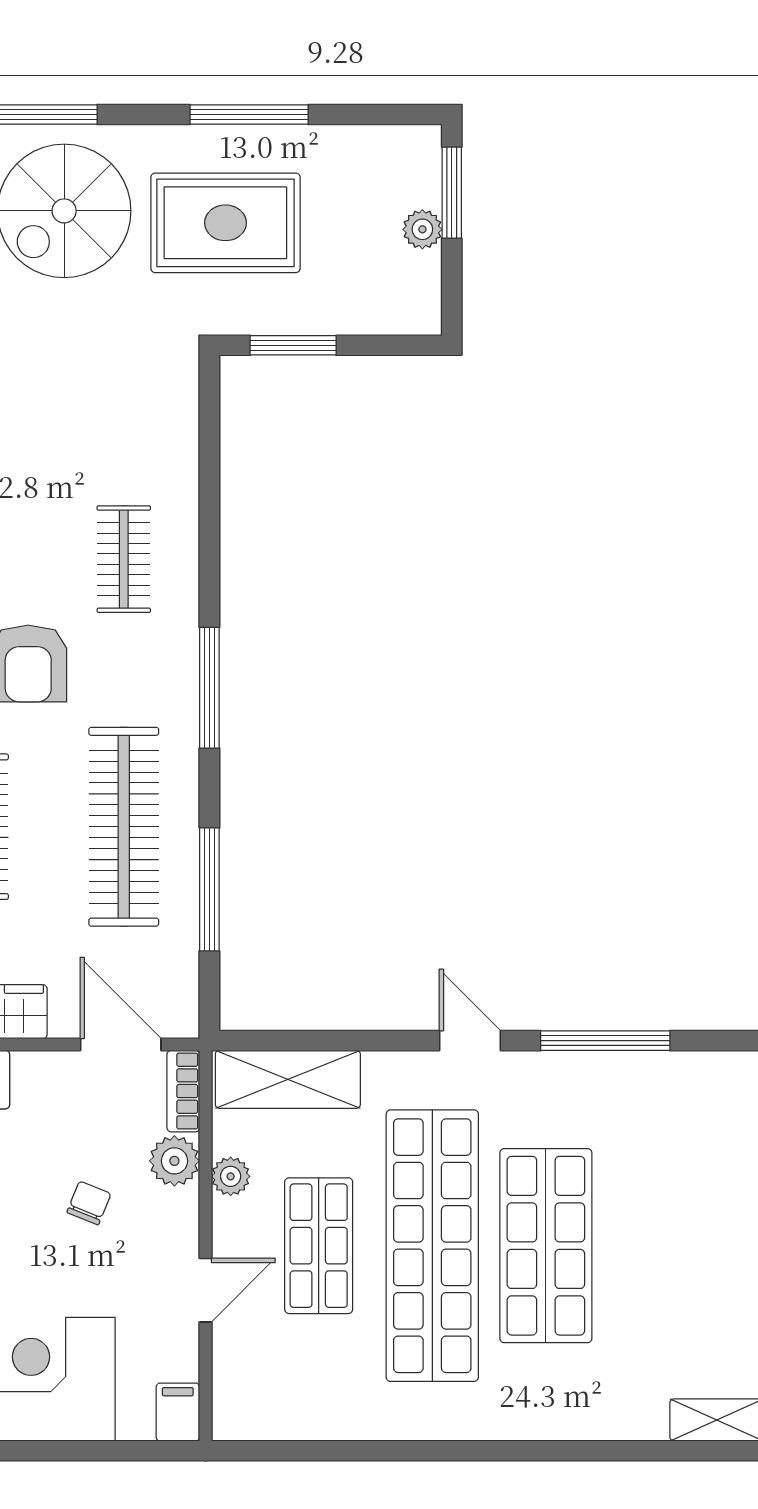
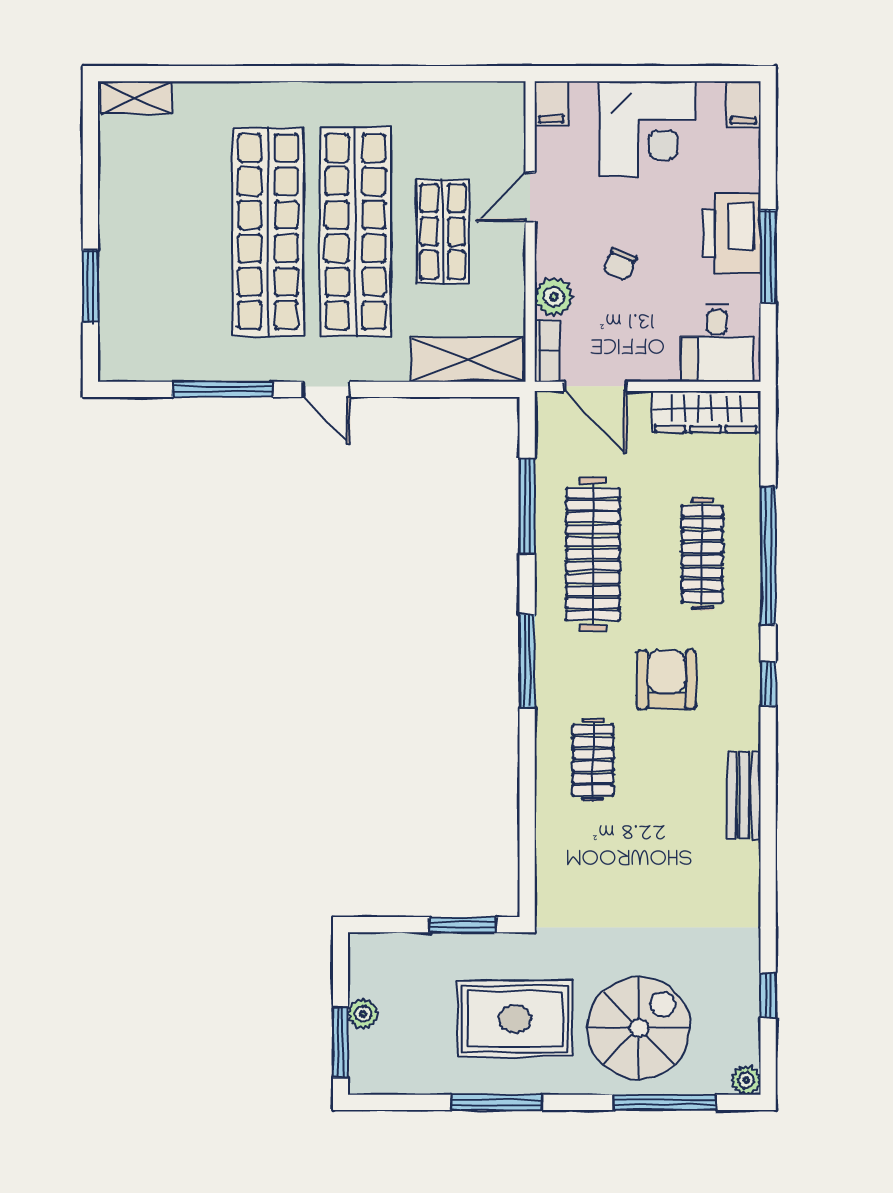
plant: (231, 1176) -> (511, 285), removed
shop shelf: (546, 1246) -> (268, 232), width x1.40

